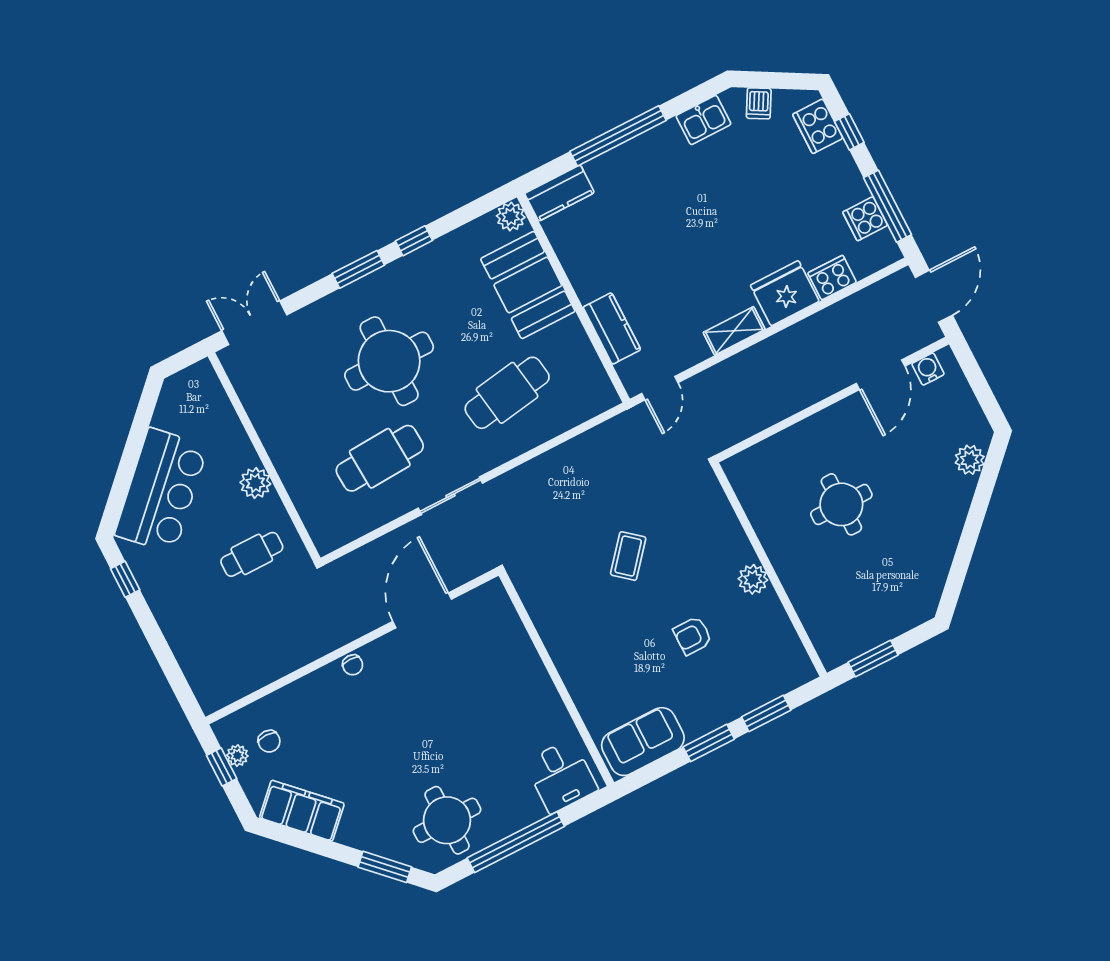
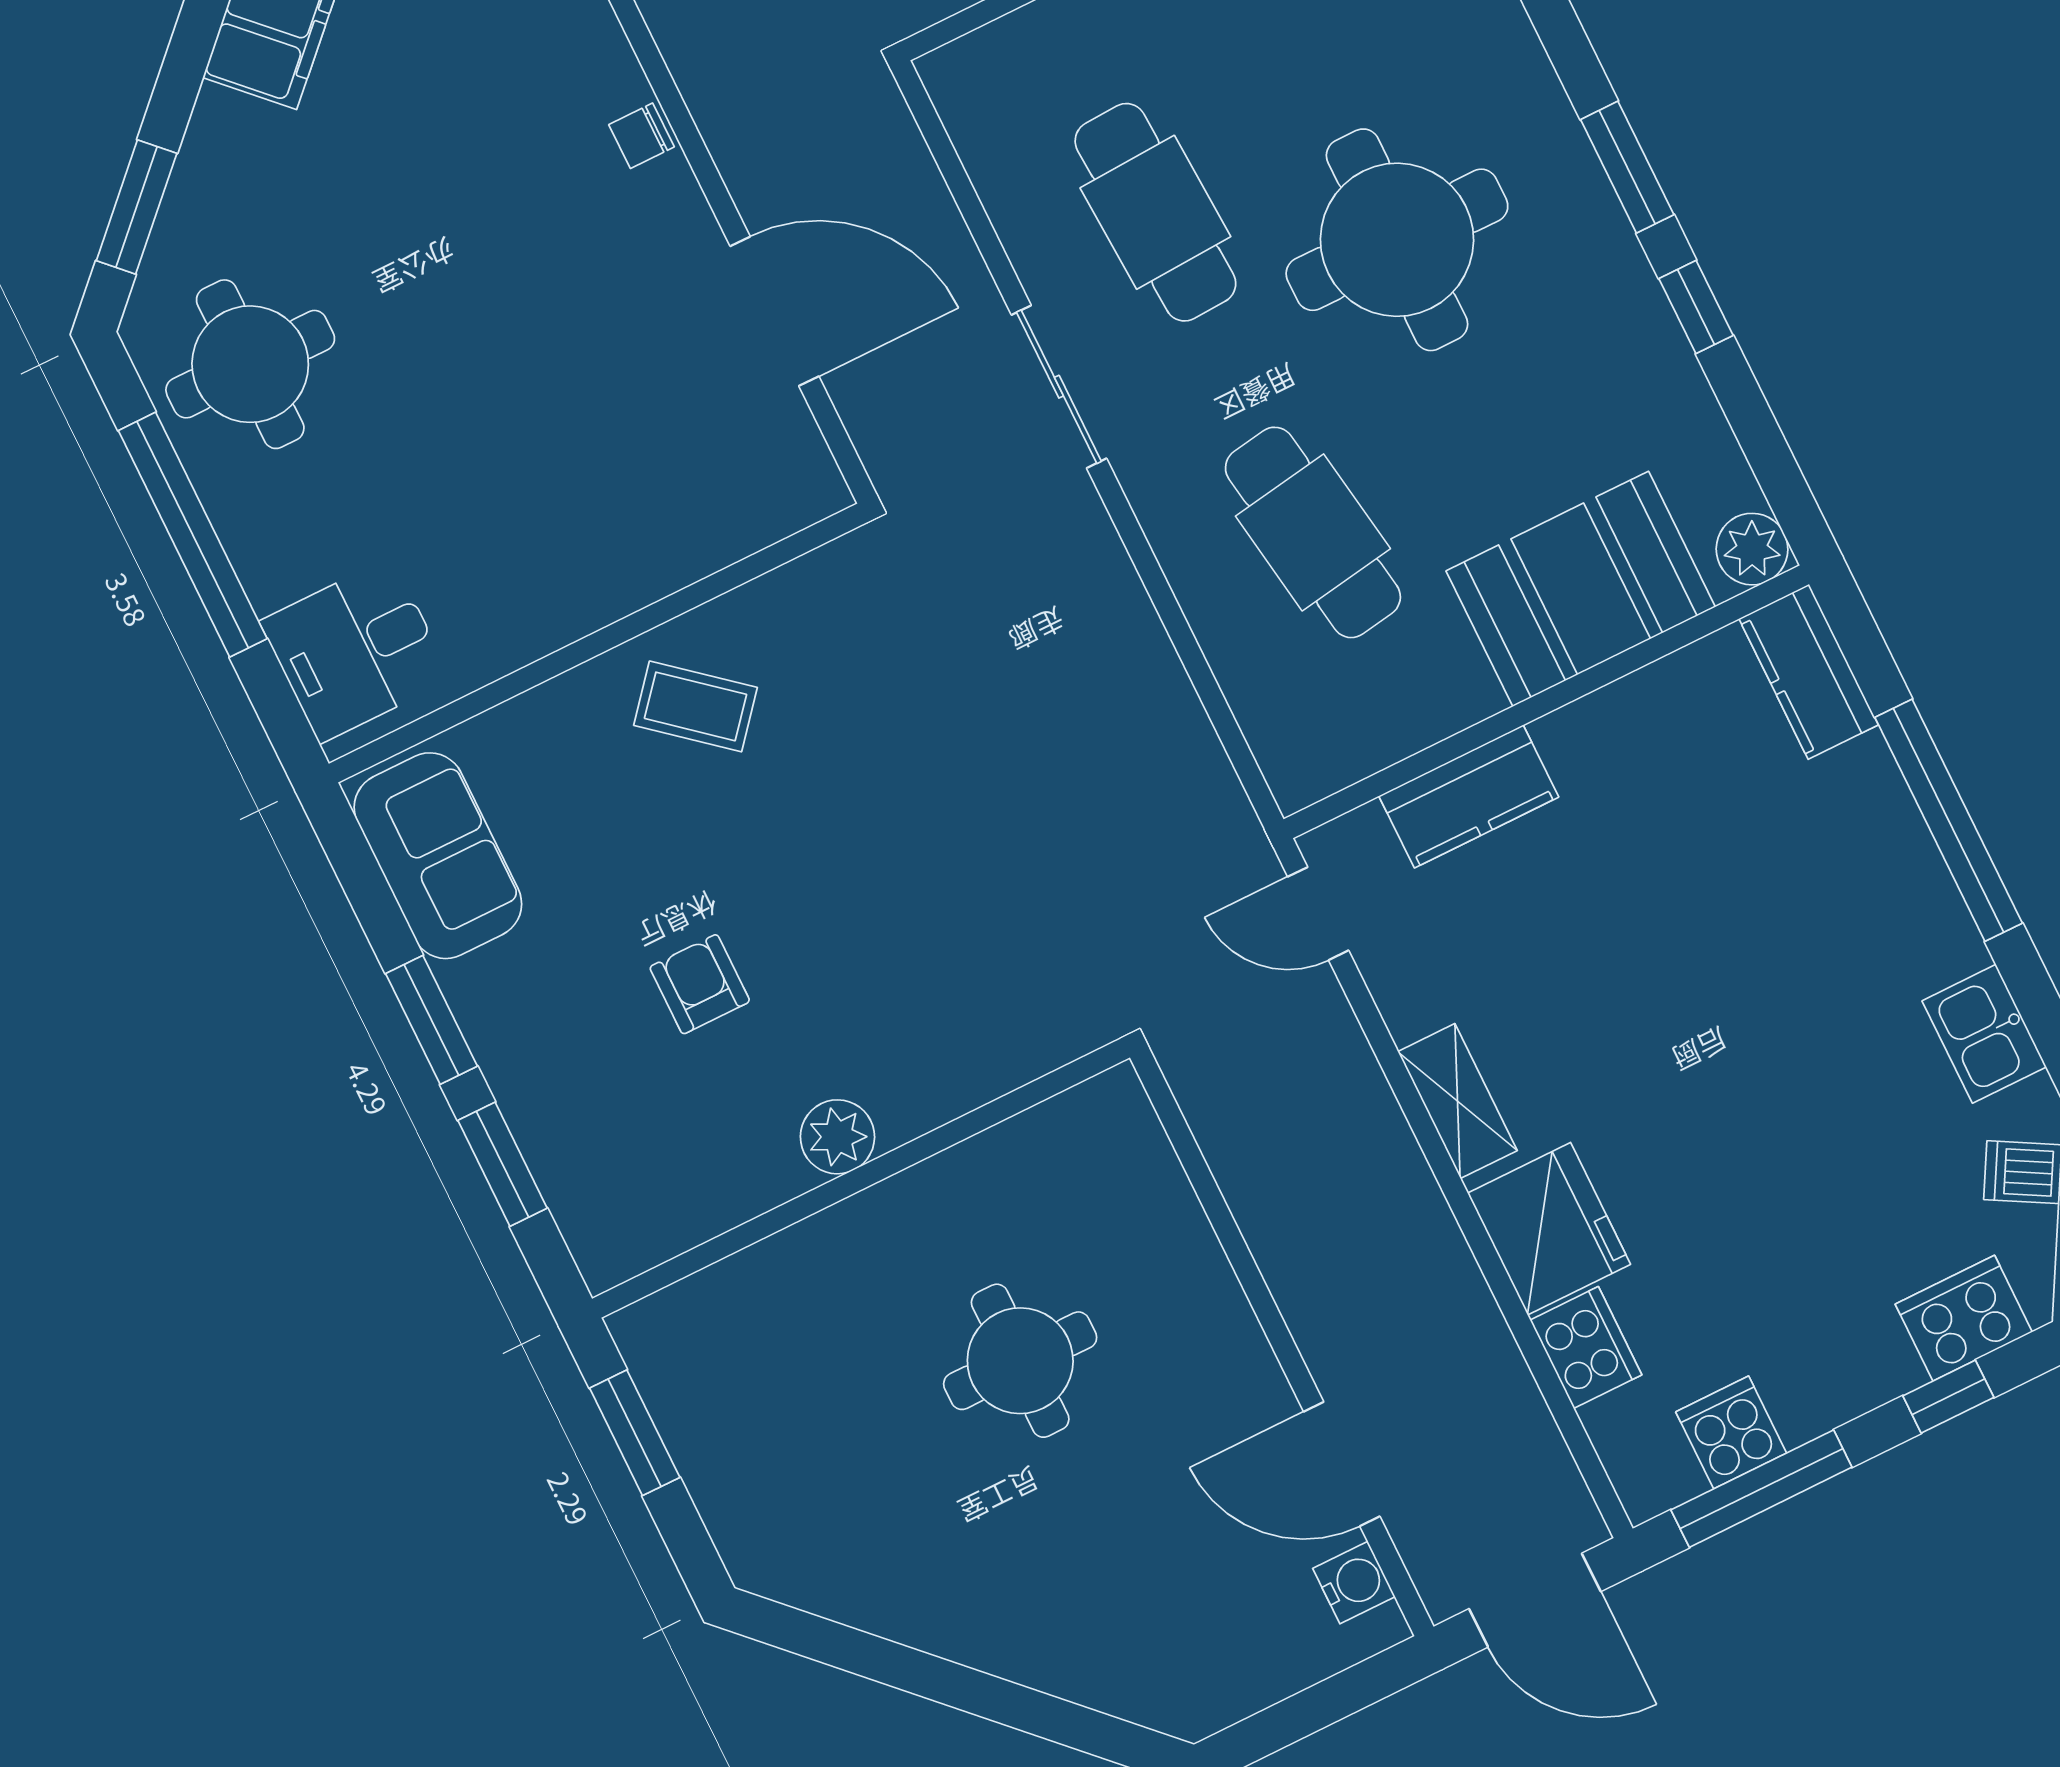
plant: (970, 460) -> (1126, 1682), removed
coffee table: (628, 556) -> (695, 706), moved

